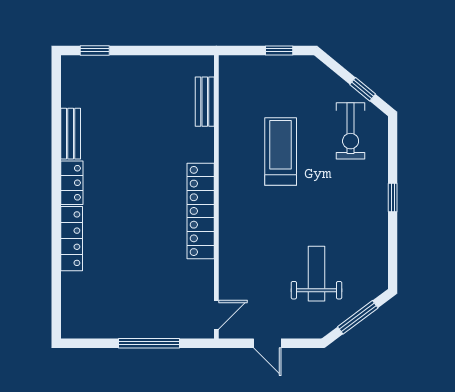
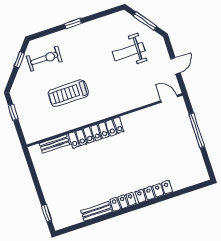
locker: (201, 211) -> (96, 133), moved

